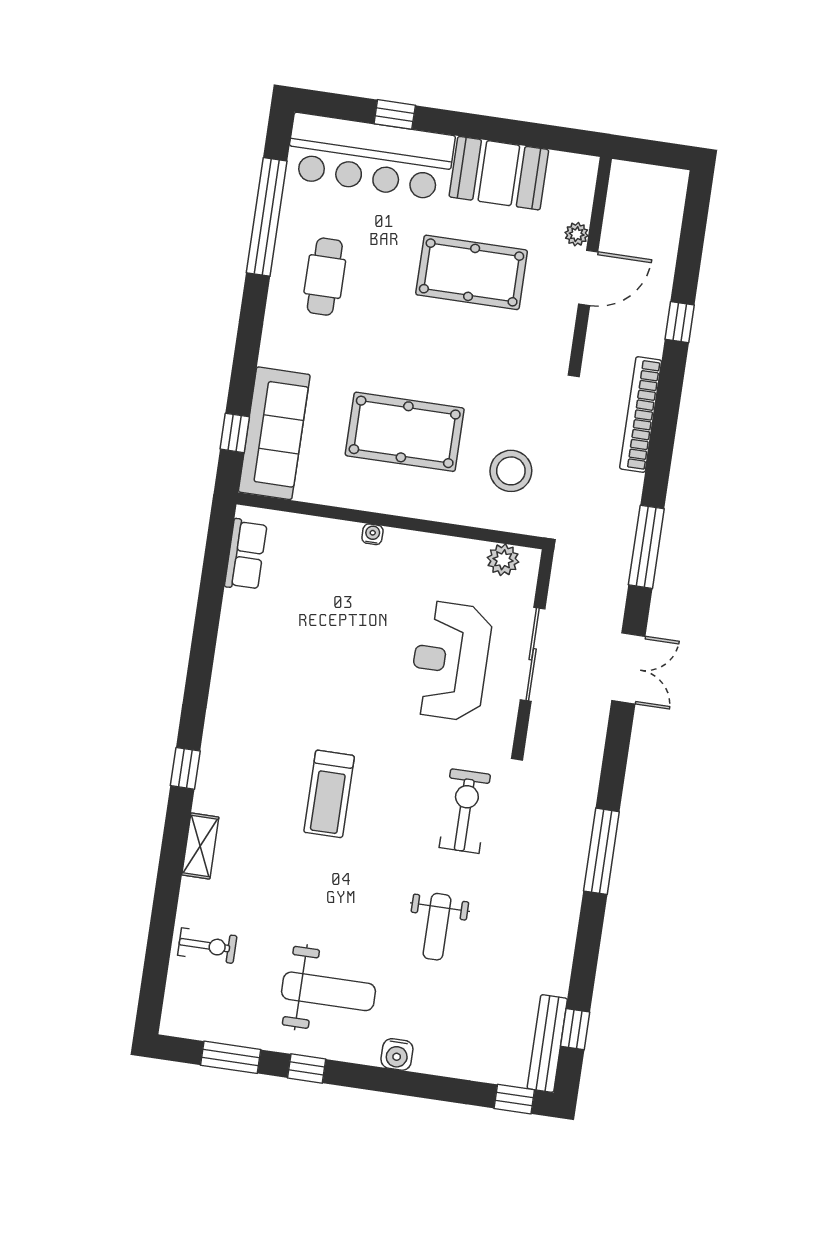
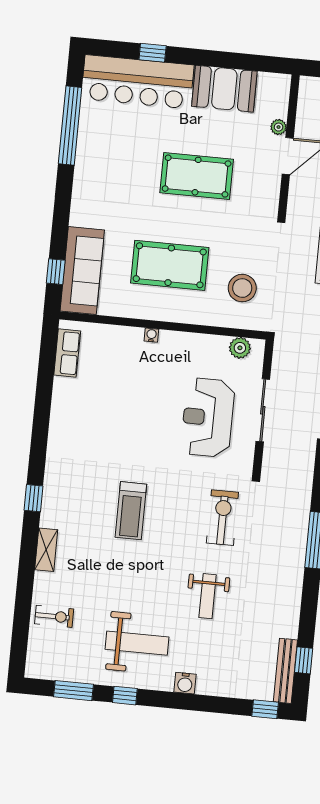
pool table: (472, 272) -> (197, 176), moved
cafe table: (325, 277) -> (111, 164), removed

